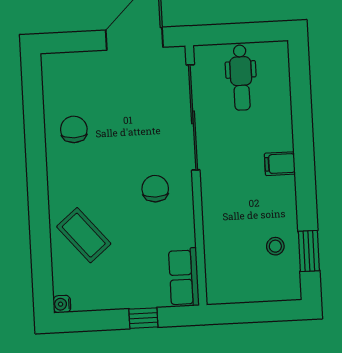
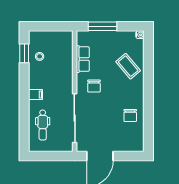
dental chair: (241, 78) -> (43, 125), moved, turned 180
row of seats: (184, 277) -> (83, 59), moved
window: (143, 318) -> (102, 26), width x2.17

